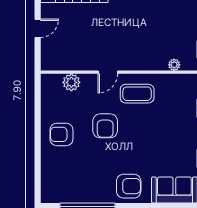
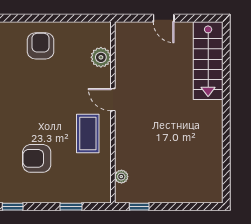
armchair: (105, 126) -> (37, 158), moved

